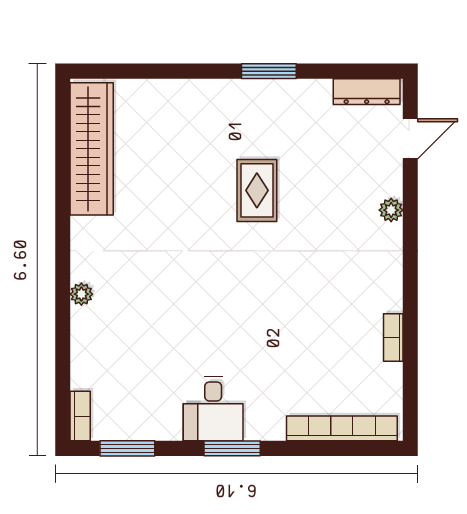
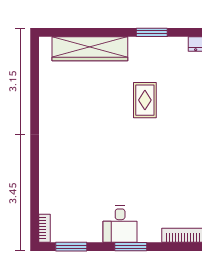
wardrobe: (92, 149) -> (90, 49), moved, turned 90
plant: (81, 294) -> (45, 159), removed

